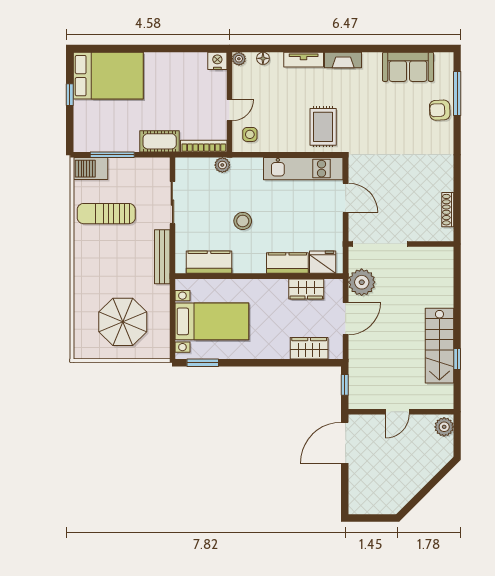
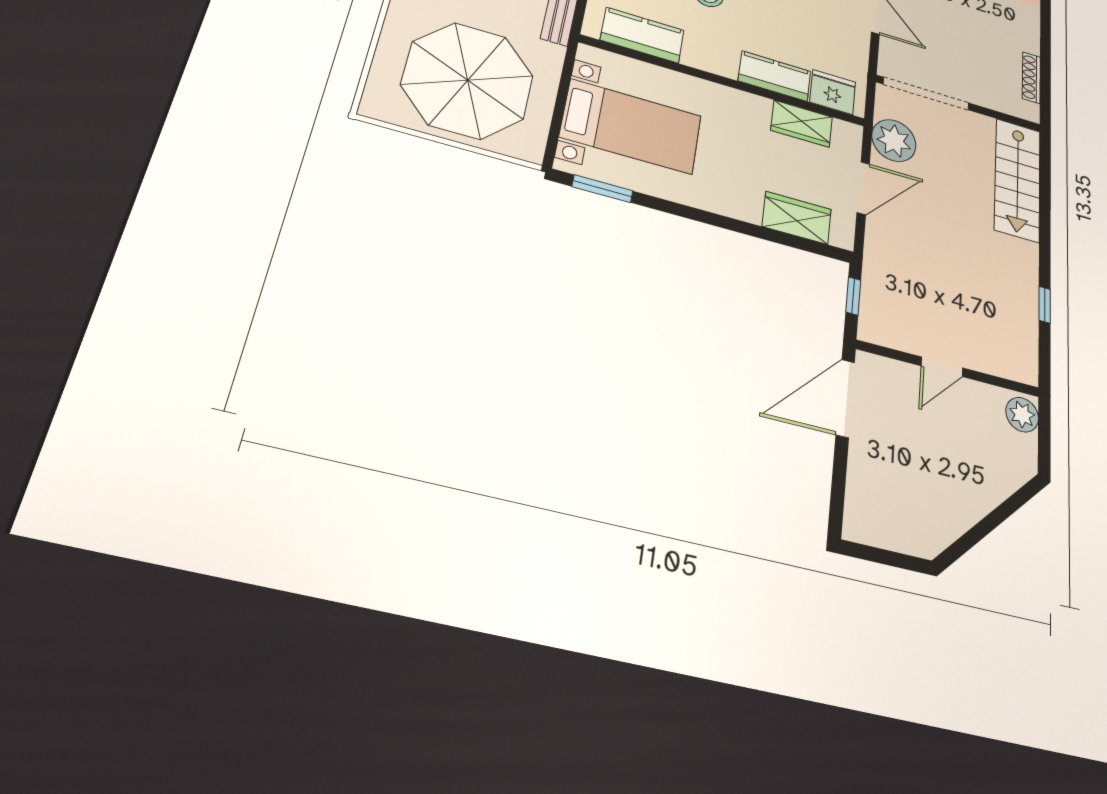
parasol: (123, 322) -> (468, 80), width x1.36, depth x1.36
stairs: (439, 346) -> (1017, 180), moved

